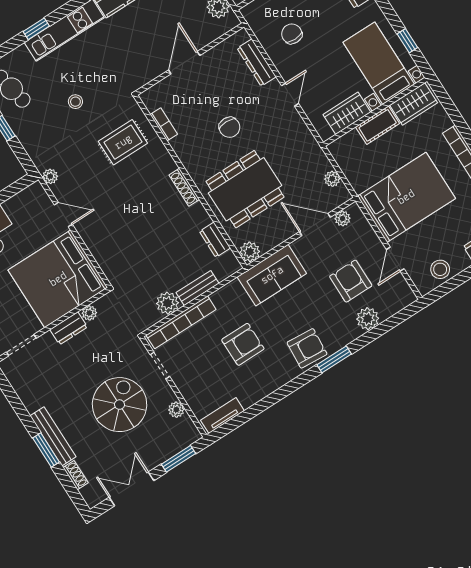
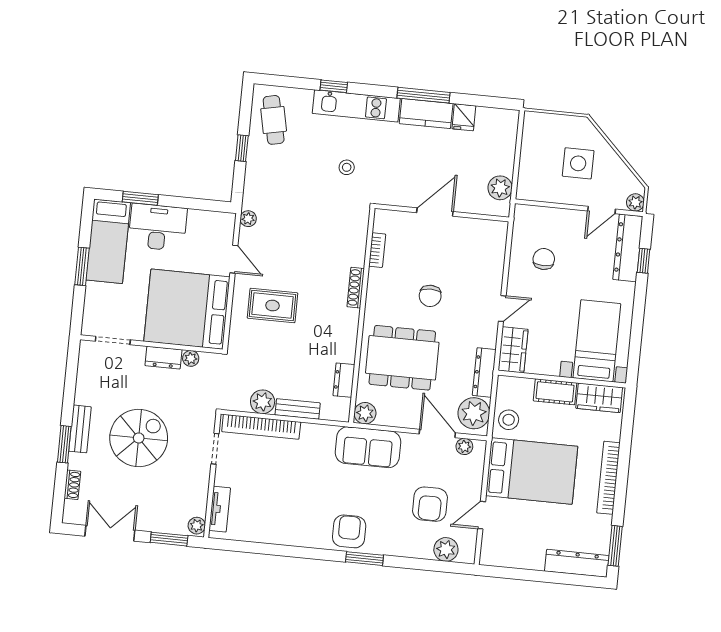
window: (407, 41) -> (636, 341), removed
dresser: (257, 63) -> (484, 372), moved
stool: (75, 102) -> (347, 167), moved
wardrobe: (347, 113) -> (513, 350), moved, turned 90
rug: (123, 142) -> (272, 306), moved
plant: (332, 179) -> (474, 413), width x1.88, depth x1.88
shoe rack: (184, 187) -> (356, 288), moved
stool: (440, 269) -> (509, 420), moved
armchair: (351, 281) -> (430, 504), turned 180
plant: (368, 319) -> (446, 549), moved
armchair: (243, 344) -> (298, 486), removed
armchair: (307, 348) -> (349, 531), turned -94
spiral stairs: (120, 405) -> (139, 438), moved
plant: (176, 410) -> (197, 526), moved
tv unit: (222, 415) -> (220, 509), moved, turned 90
bench: (53, 436) -> (80, 429), width x0.73

